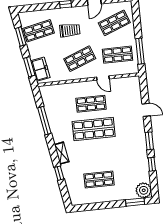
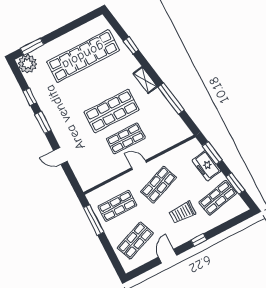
freezer: (40, 69) -> (206, 166), moved
door: (103, 78) -> (139, 165), moved
shelving: (62, 153) -> (145, 80), moved
shop shelf: (99, 180) -> (83, 56), width x2.00, depth x1.36

